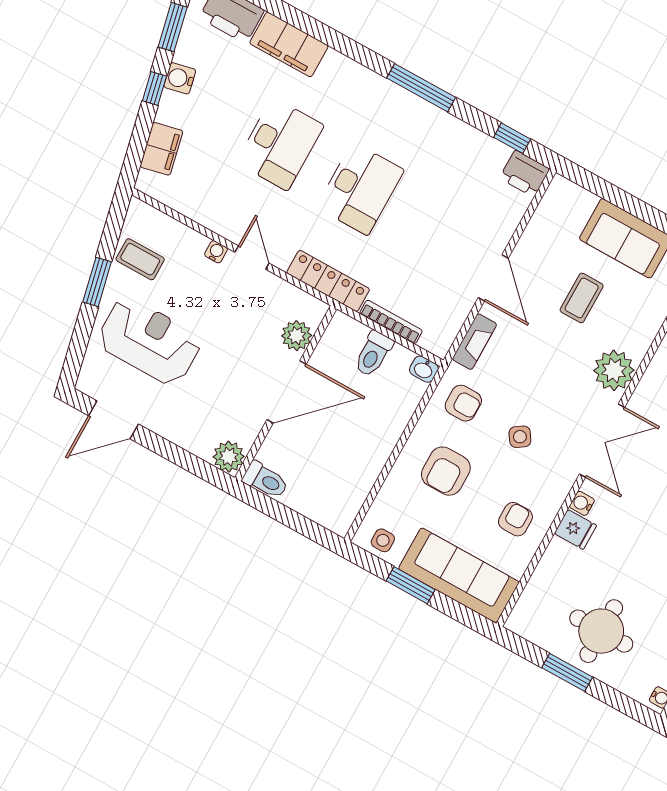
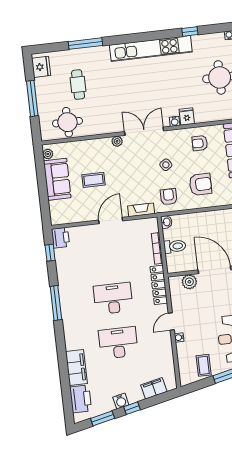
plant: (614, 370) -> (117, 141), width x0.53, depth x0.53

